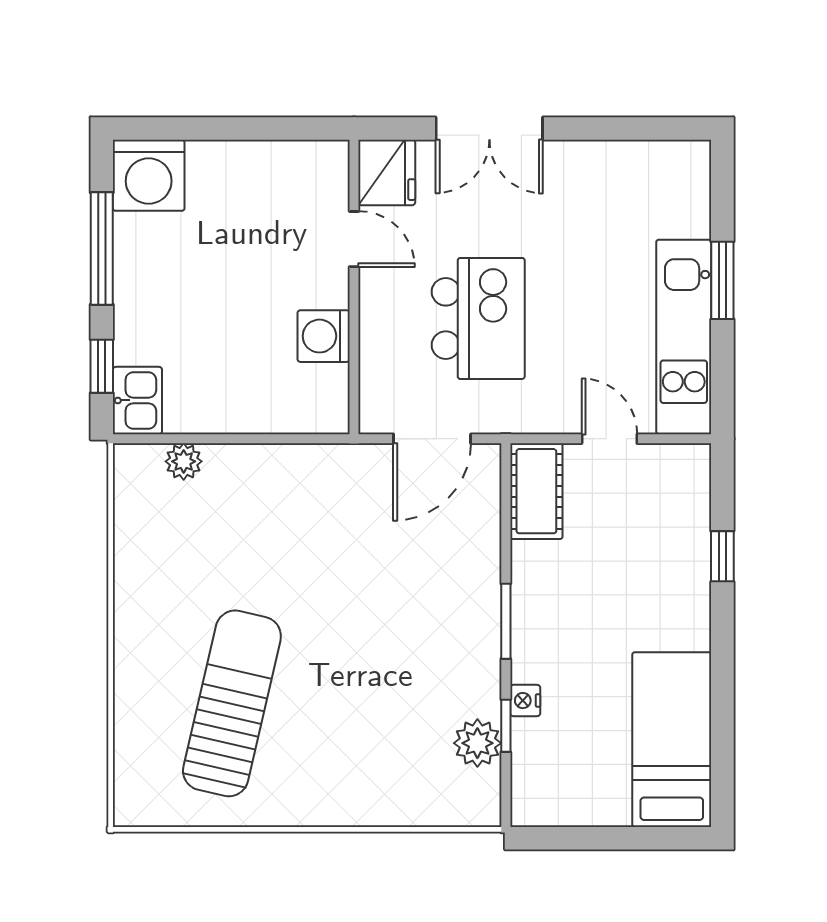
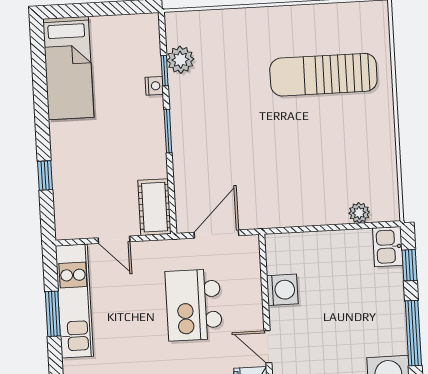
window: (722, 280) -> (53, 314), moved
sun lounger: (232, 703) -> (323, 75), turned 77

